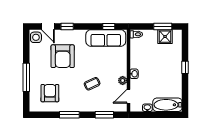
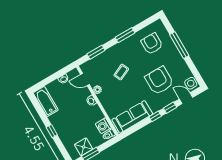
window: (109, 26) -> (155, 116), moved
washing machine: (136, 45) -> (103, 126), added
armchair: (50, 93) -> (152, 44), turned 180
door: (128, 96) -> (85, 79), swing flipped
bathtub: (167, 105) -> (46, 101), moved, turned -90

